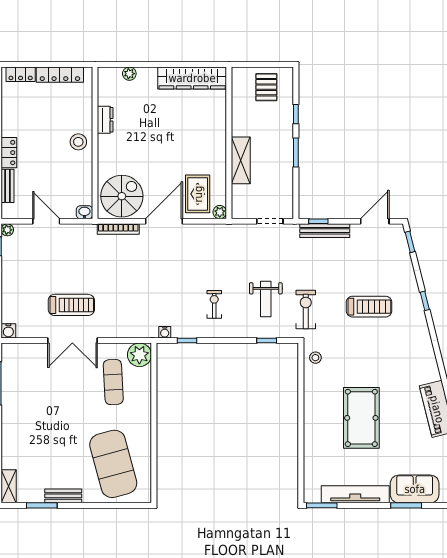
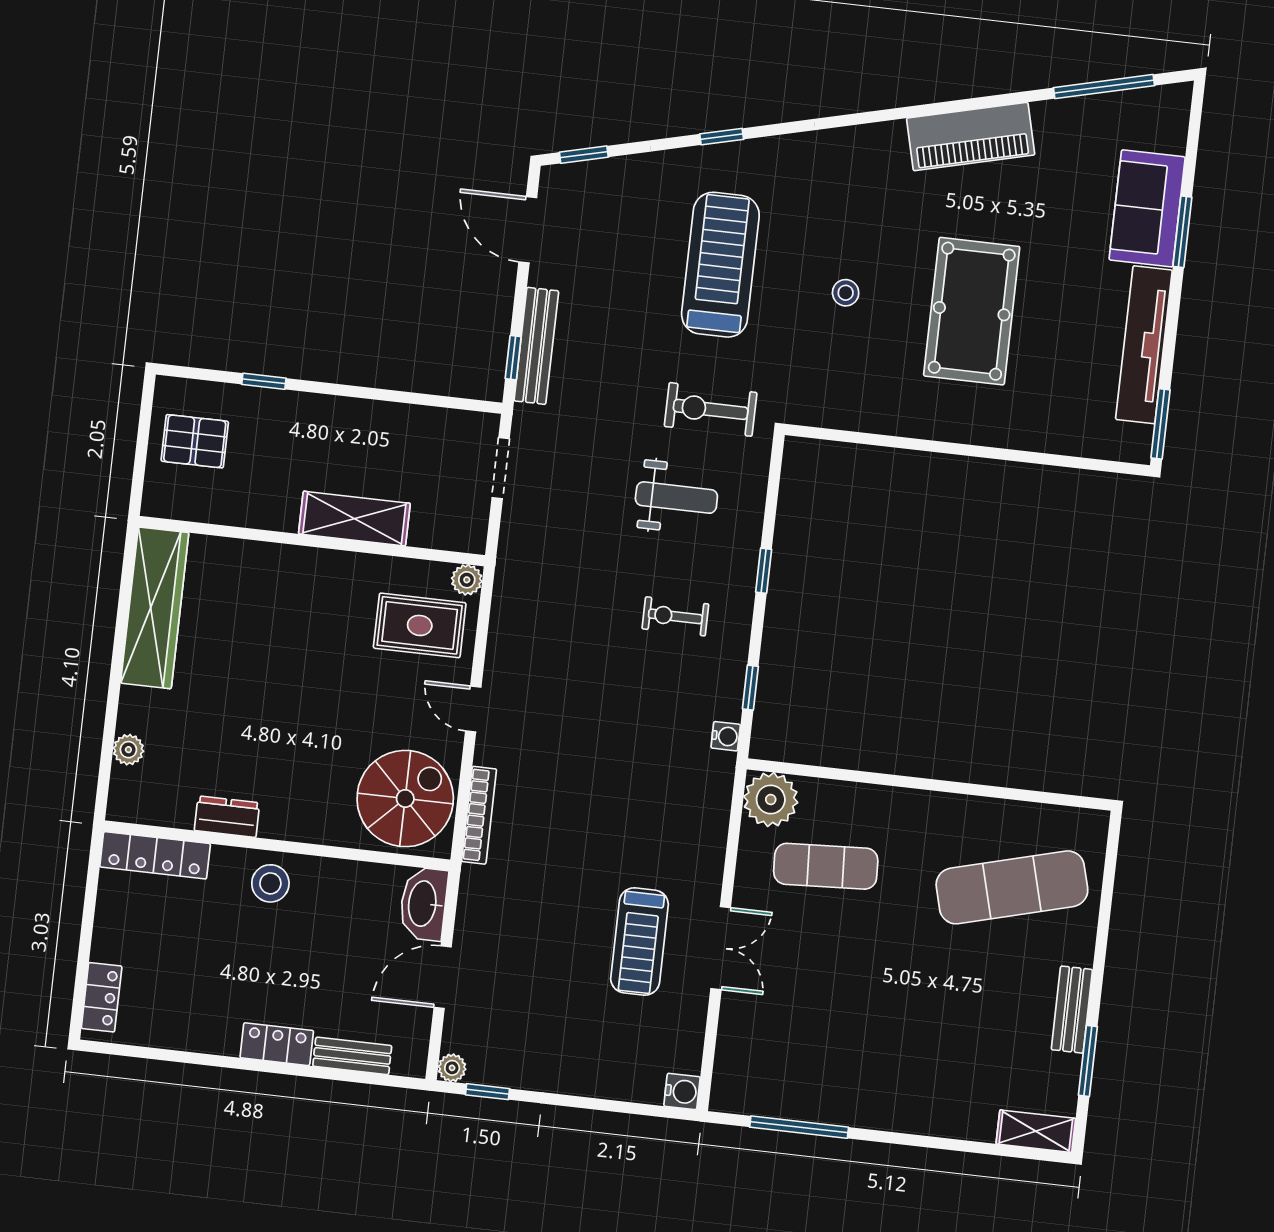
locker: (60, 75) -> (155, 855), moved, turned 90
window: (296, 153) -> (351, 391), removed
spiral stairs: (122, 196) -> (405, 799), turned 90
washbasin: (84, 212) -> (423, 904), width x1.91, depth x1.45
door: (164, 221) -> (473, 709), width x0.53
treadmill: (71, 305) -> (639, 942), turned 180
treadmill: (369, 307) -> (720, 265), width x1.37, depth x1.38
double door: (72, 340) -> (721, 948), width x0.73
window: (267, 340) -> (764, 571), moved
stool: (315, 358) -> (846, 293), moved
pool table: (361, 418) -> (972, 311), turned 90
exercise mat: (113, 464) -> (1012, 887), width x0.68

